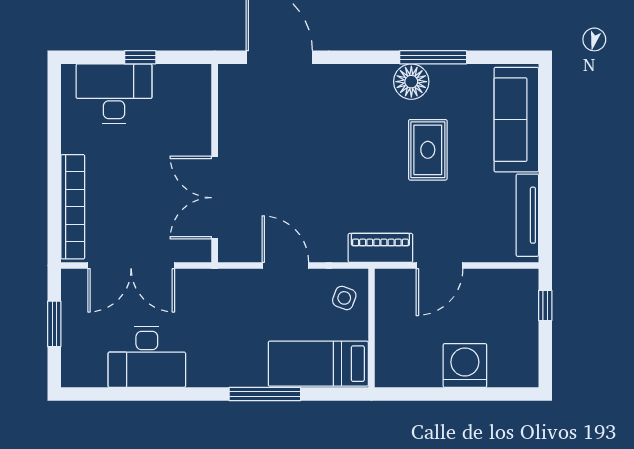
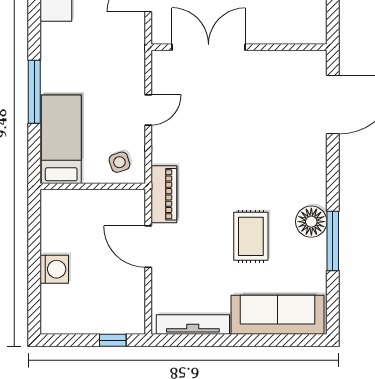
rug: (428, 150) -> (251, 236), turned 90
door: (285, 266) -> (148, 110), width x0.73
side table: (344, 298) -> (119, 162), turned -38
washing machine: (465, 366) -> (54, 269), width x0.73, depth x0.73

